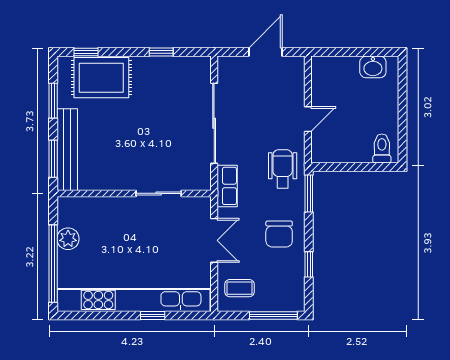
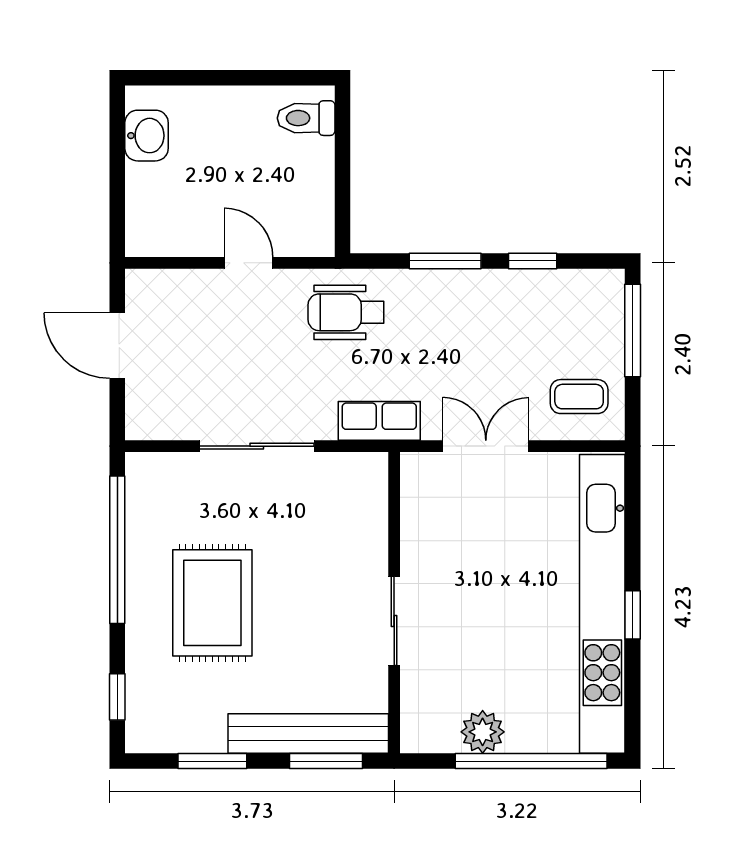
window: (161, 52) -> (117, 550), width x3.17
rug: (101, 78) -> (212, 603), moved
sliding door: (214, 123) -> (257, 446), width x0.73
sliding door: (159, 193) -> (394, 621), moved
window: (309, 194) -> (445, 261), moved
chair: (279, 234) -> (473, 319), removed
coffee table: (239, 288) -> (579, 397), turned 90
window: (153, 315) -> (633, 615), moved

